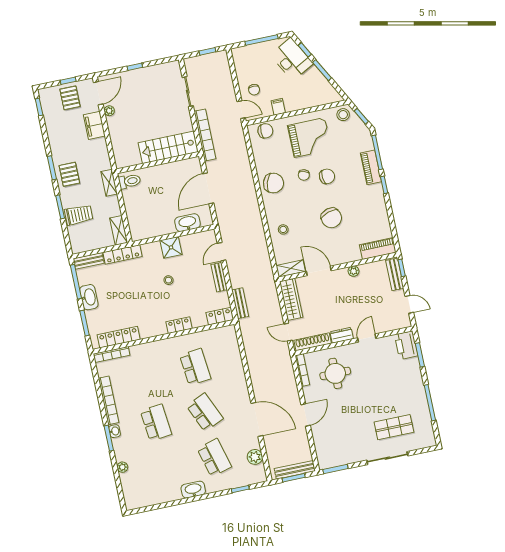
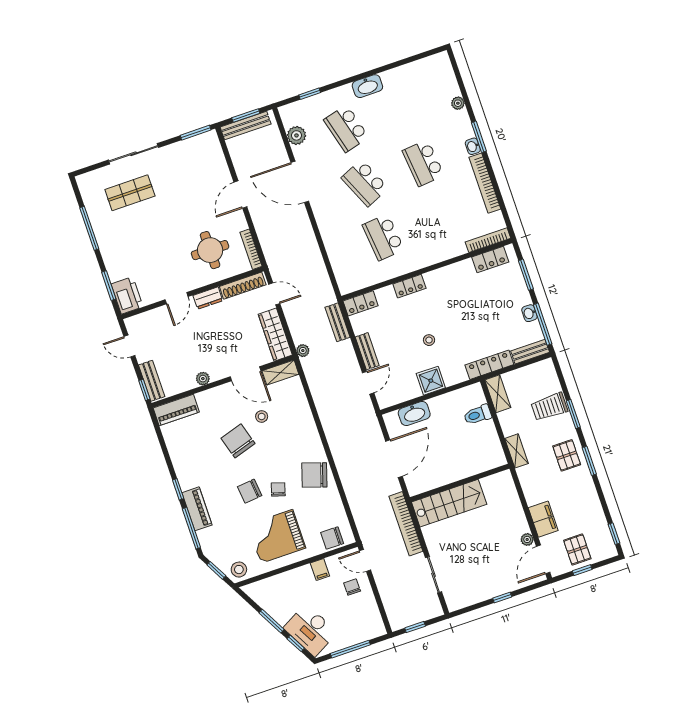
toilet: (130, 181) -> (478, 415), moved
stool: (283, 229) -> (262, 416), moved
plant: (271, 284) -> (303, 351), added
washbasin: (89, 297) -> (529, 313), width x0.52, depth x0.69
locker: (119, 337) -> (490, 260), width x0.66

